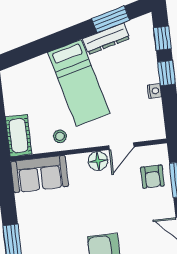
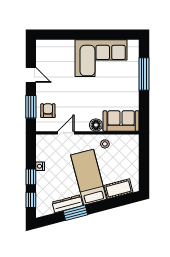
window: (111, 19) -> (75, 213), moved
cot: (19, 135) -> (118, 189), moved, turned 75
floor lamp: (98, 161) -> (96, 125), moved

